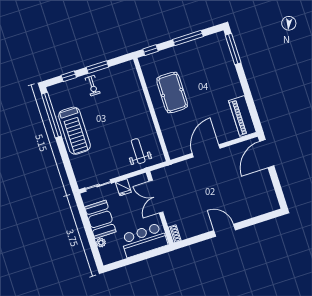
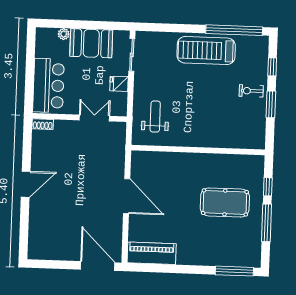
window: (150, 50) -> (268, 187), moved
pool table: (172, 92) -> (225, 202), moved
weight bench: (138, 151) -> (155, 117), turned -90
double door: (156, 197) -> (94, 118), width x0.73

